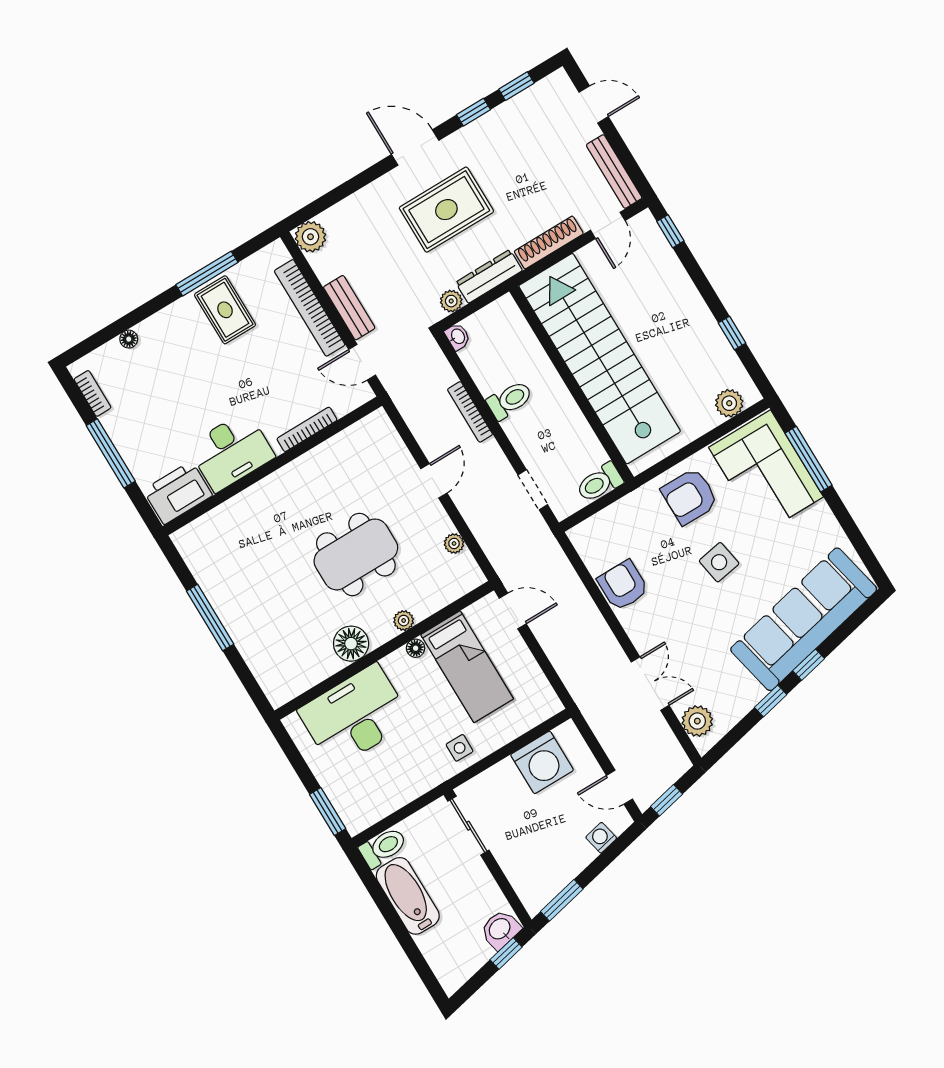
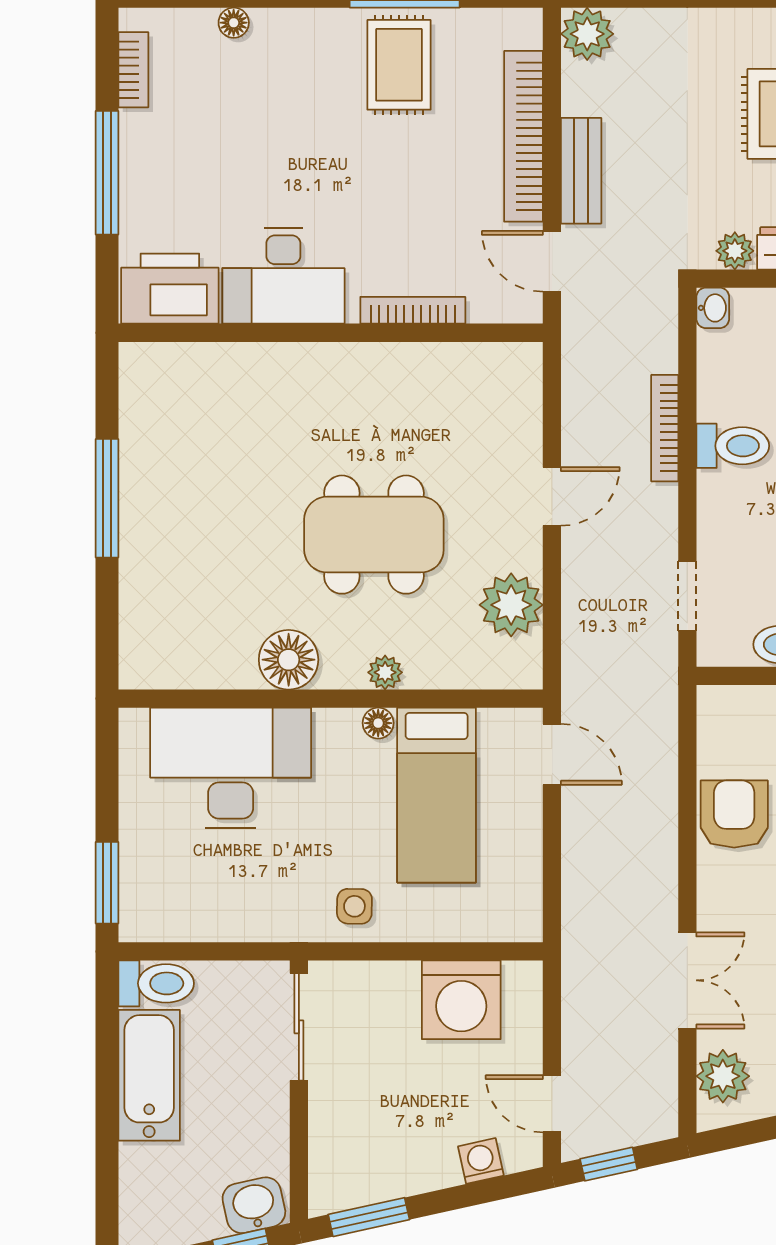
plant: (454, 543) -> (511, 605), width x1.88, depth x1.88

